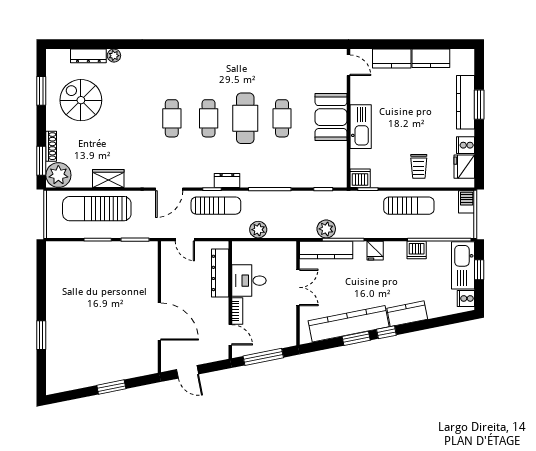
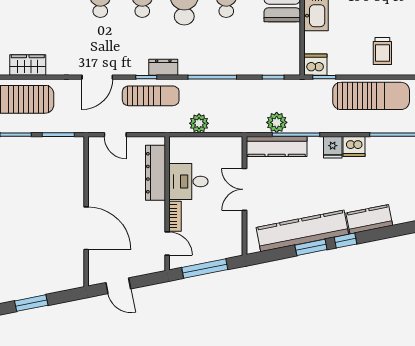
sun lounger: (409, 206) -> (371, 96), width x1.36, depth x1.34
dishwasher: (417, 250) -> (354, 147), moved
double door: (298, 287) -> (245, 189), swing flipped

